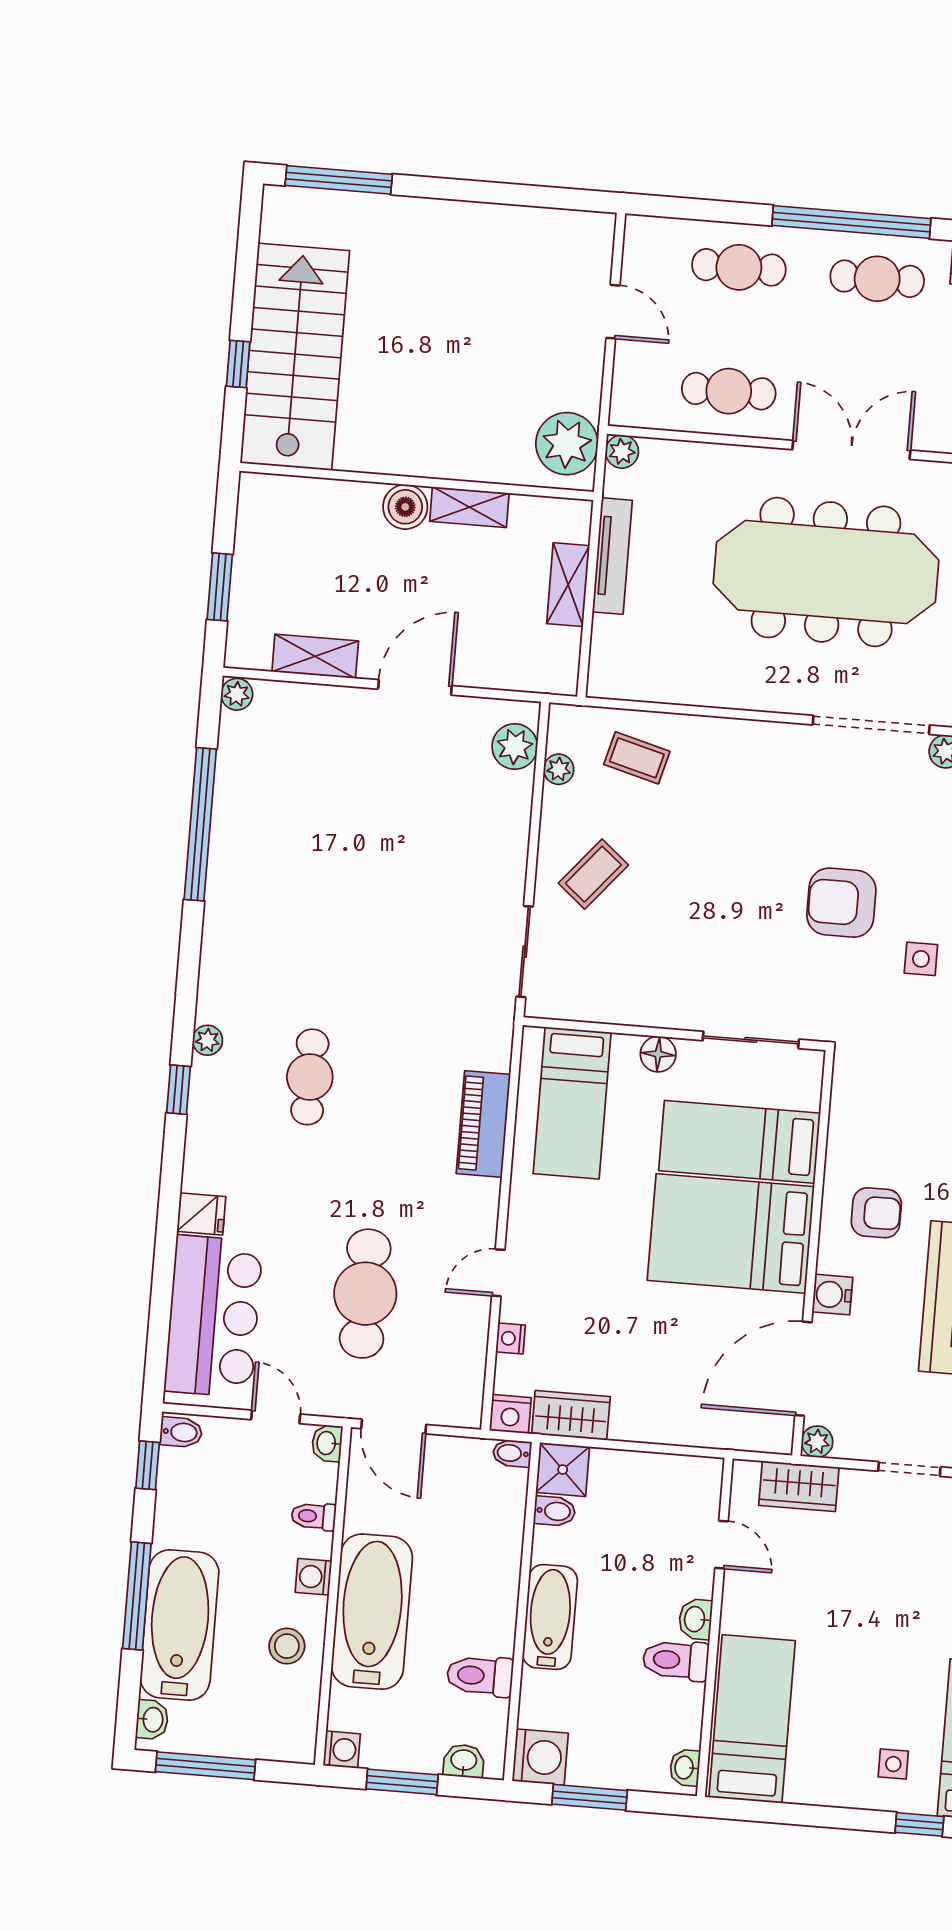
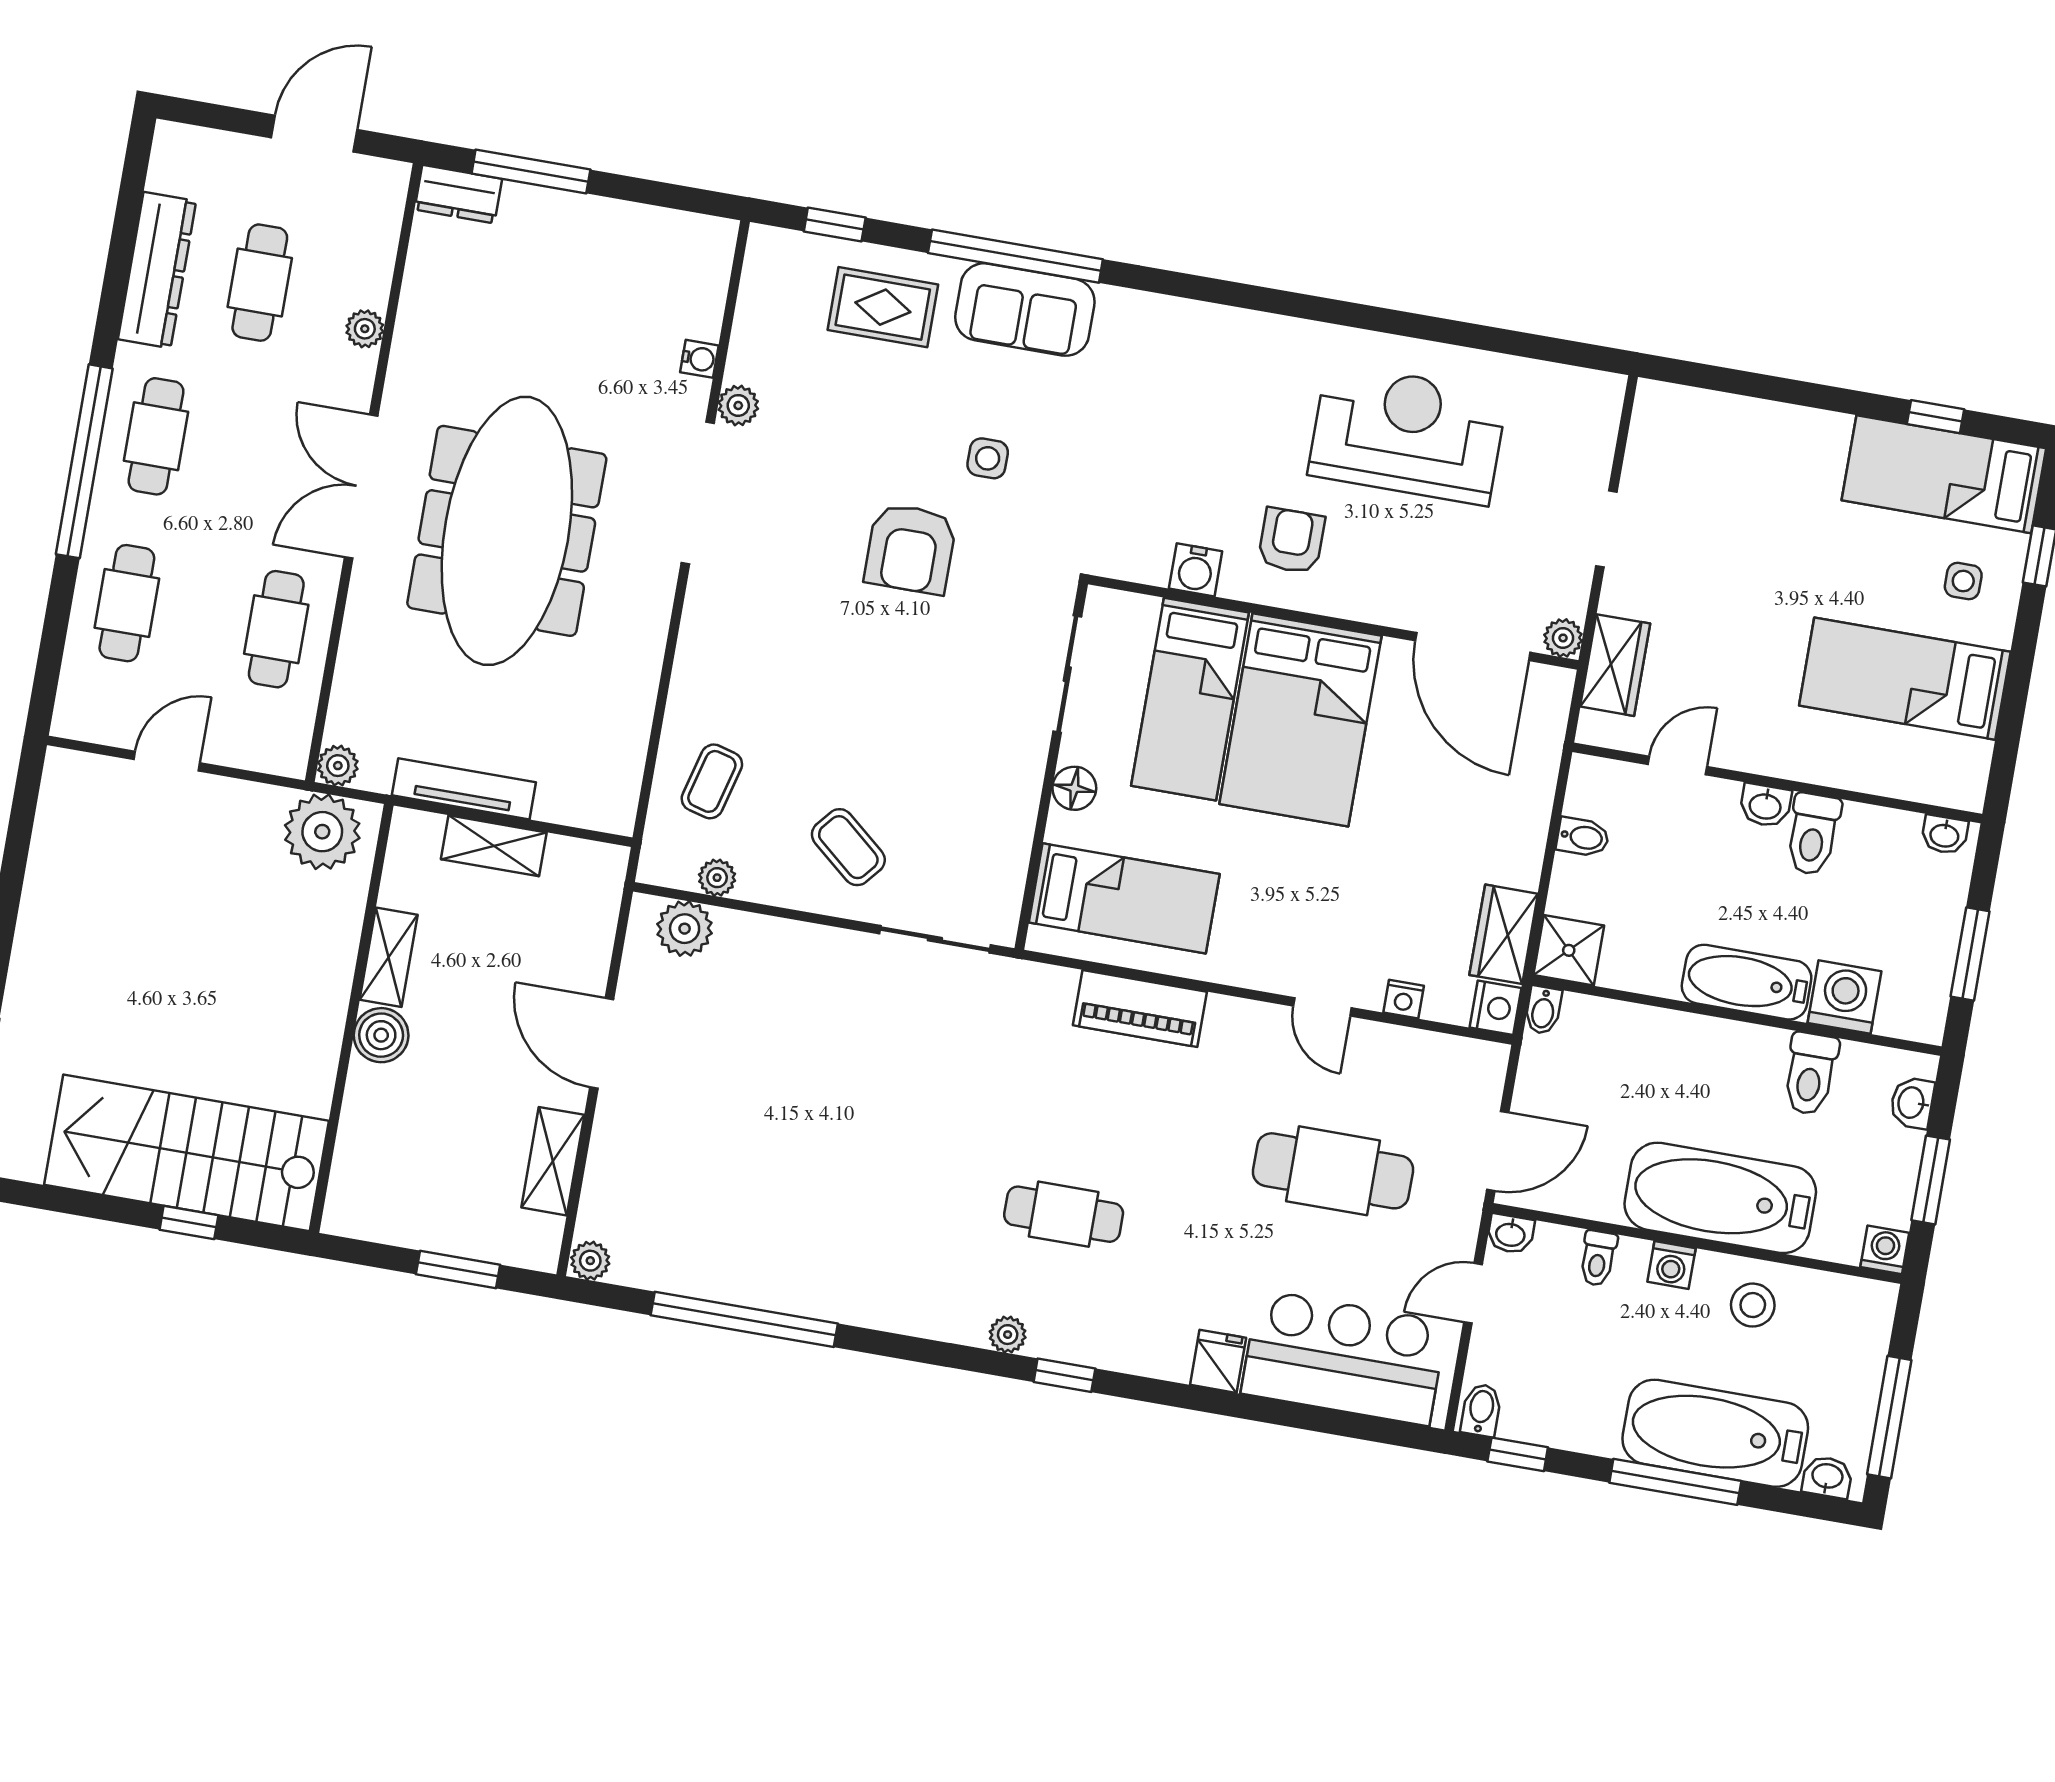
water cooler: (832, 1295) -> (1196, 570), moved
bidet: (555, 1511) -> (1583, 837), moved, turned 90
bed: (752, 1719) -> (1905, 679), moved
washing machine: (540, 1757) -> (1844, 997), moved

